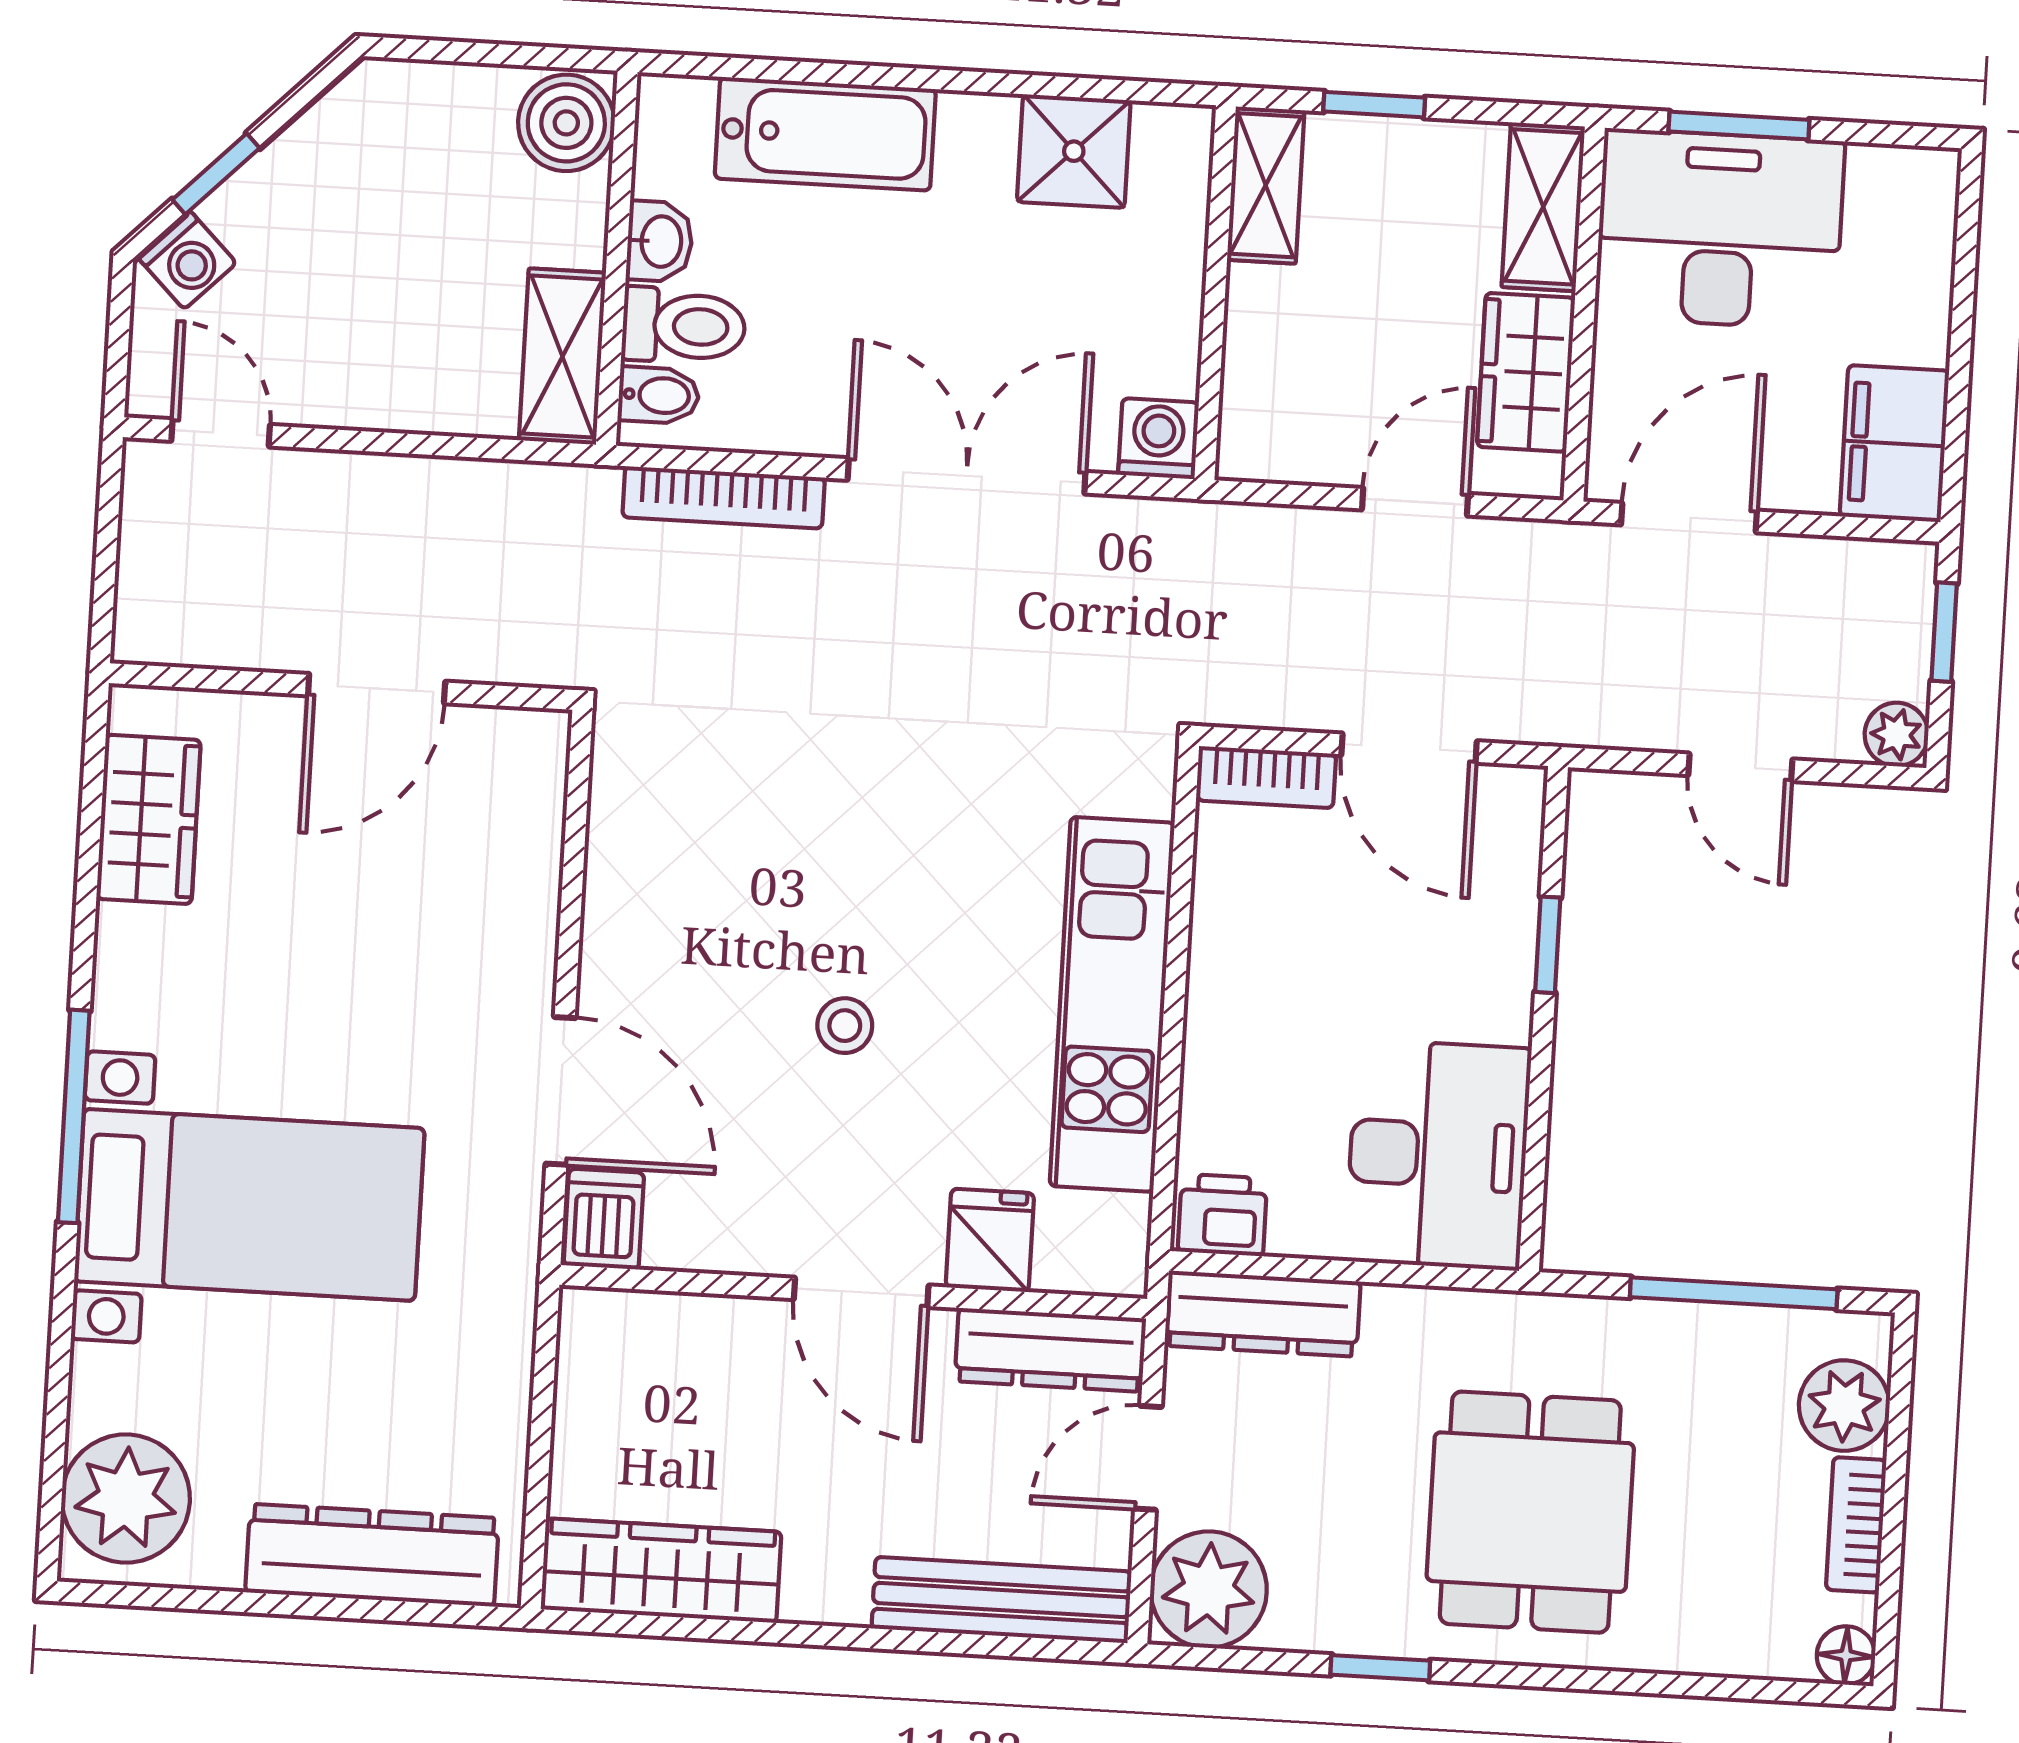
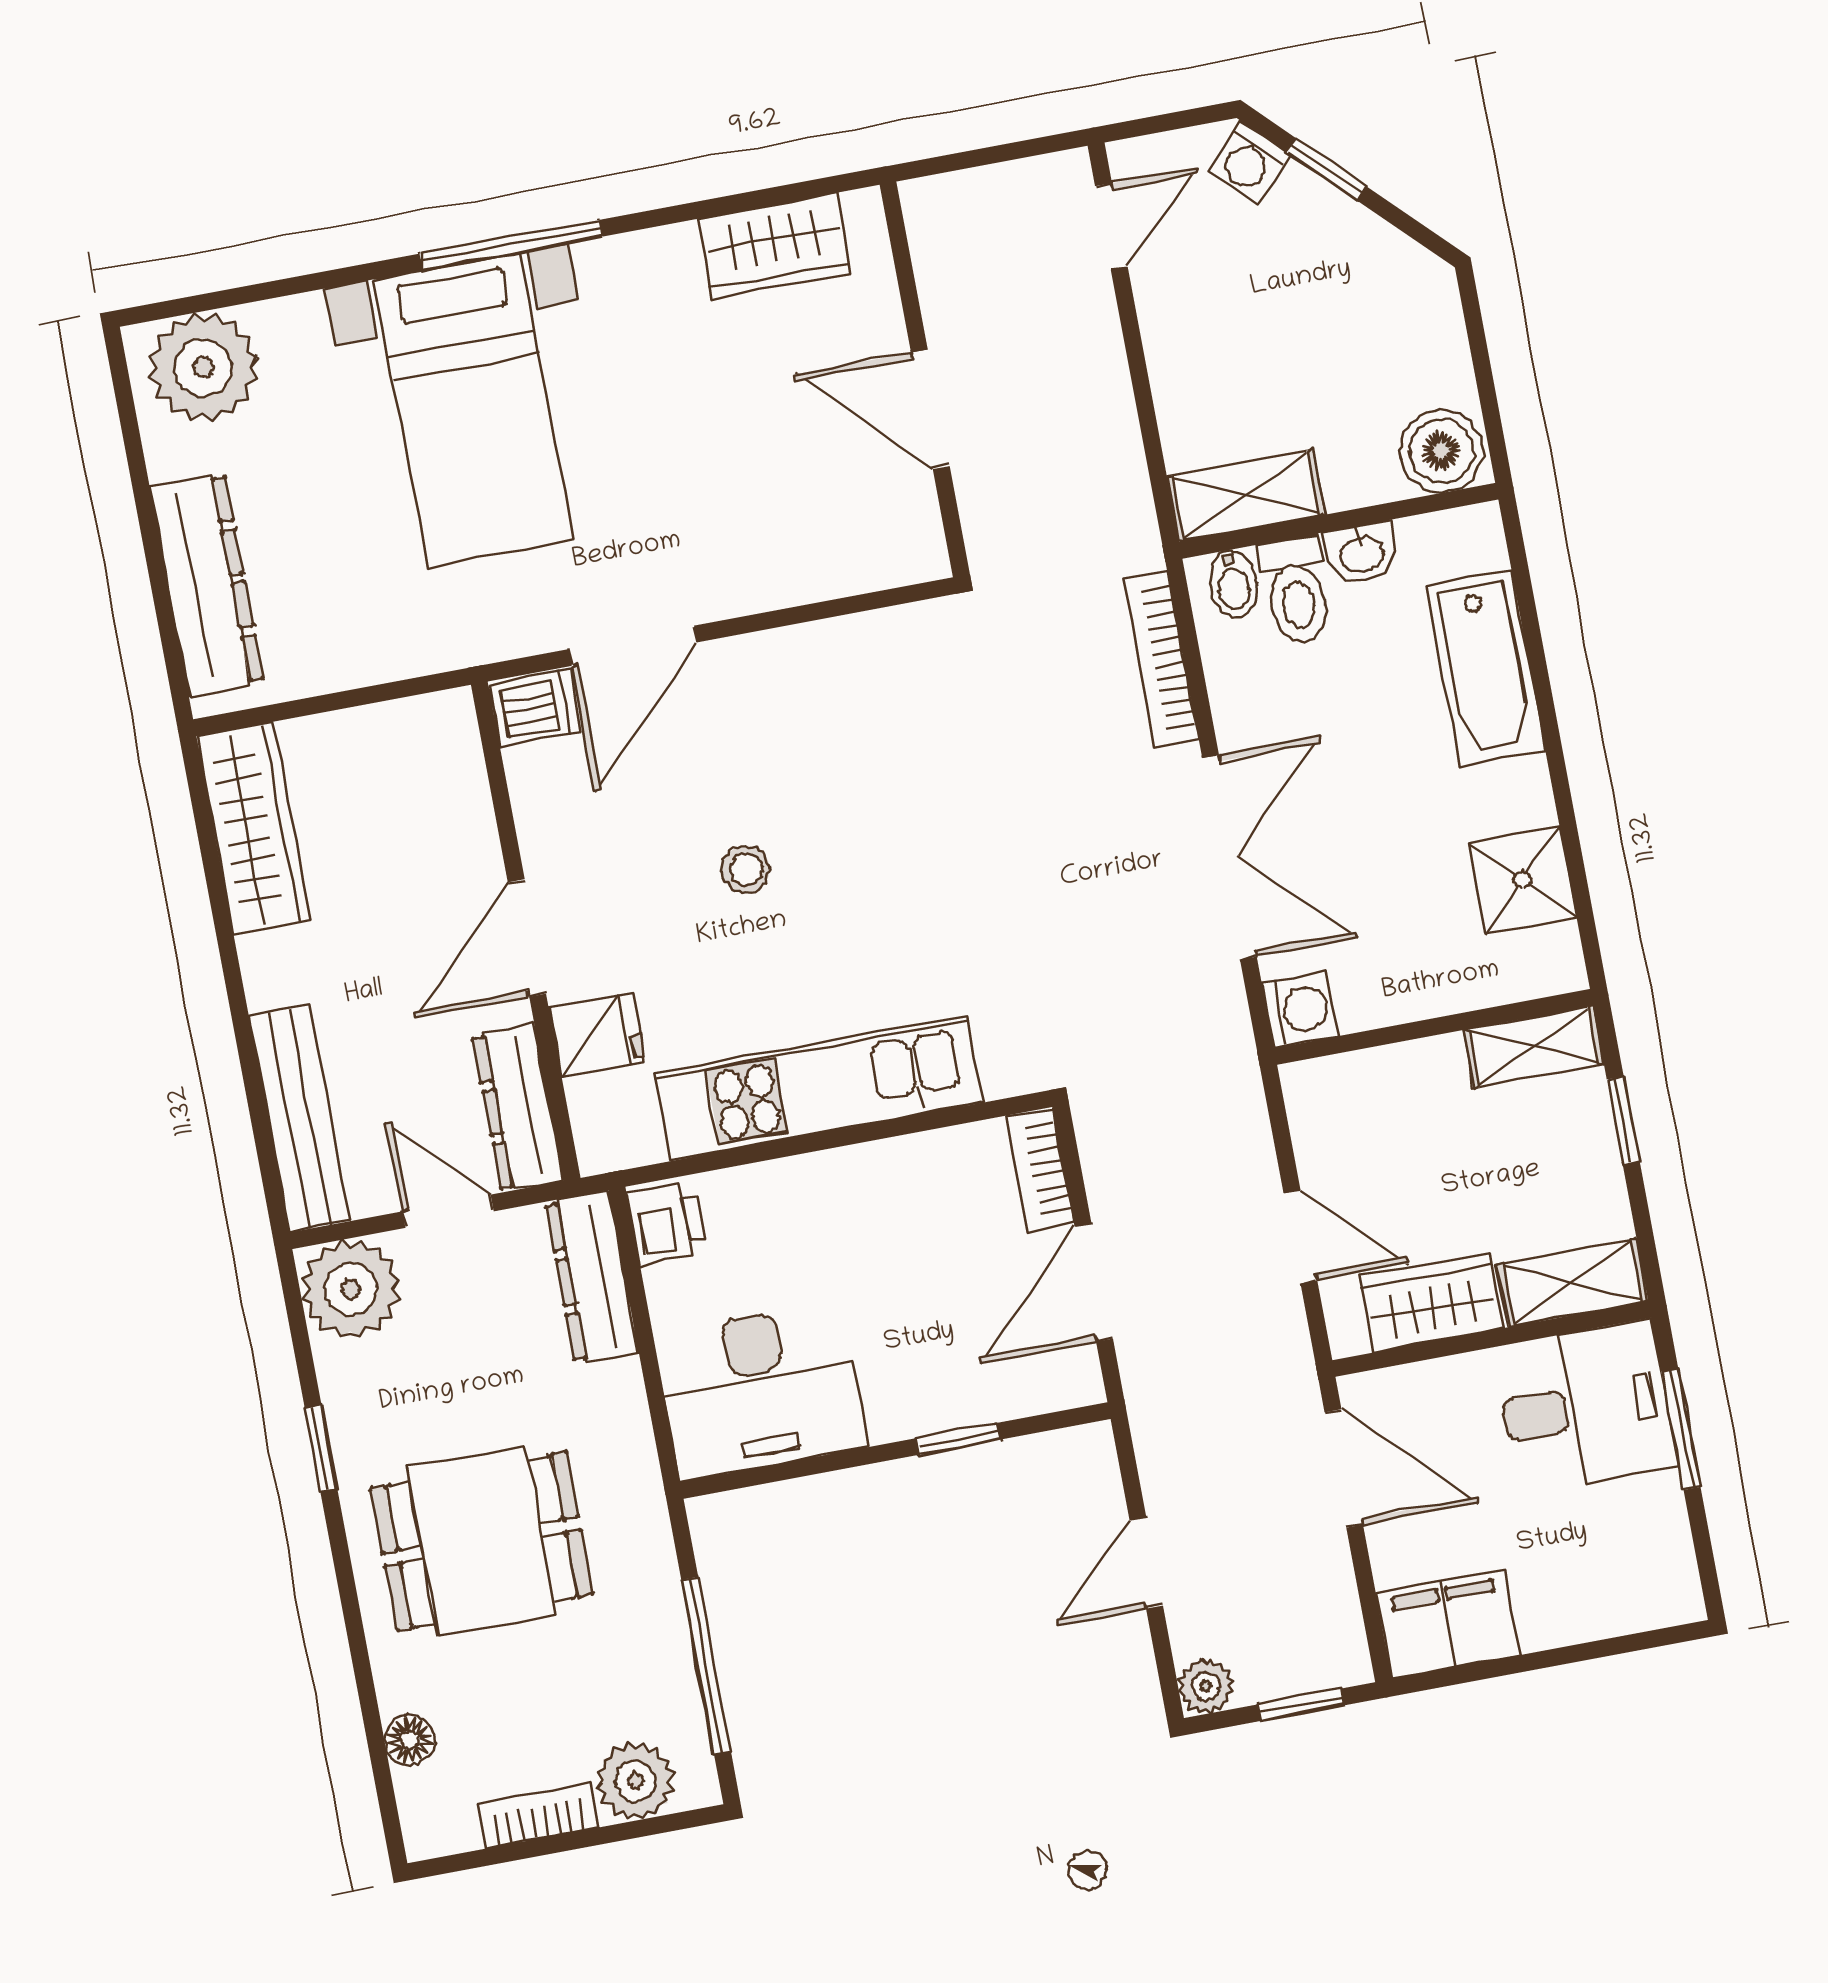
desk: (1720, 229) -> (1585, 1407), width x0.73
floor lamp: (1846, 1655) -> (410, 1740), moved

